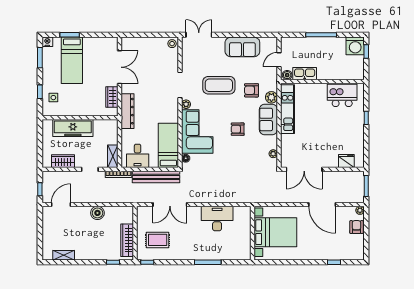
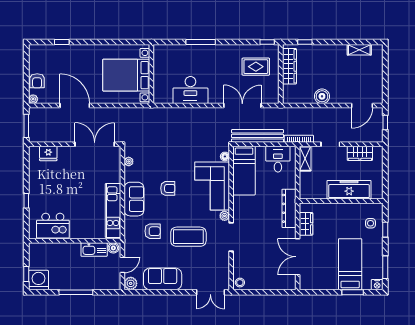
plant: (271, 97) -> (131, 283), moved

